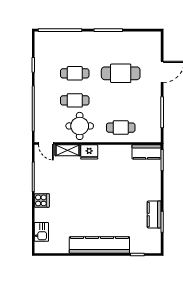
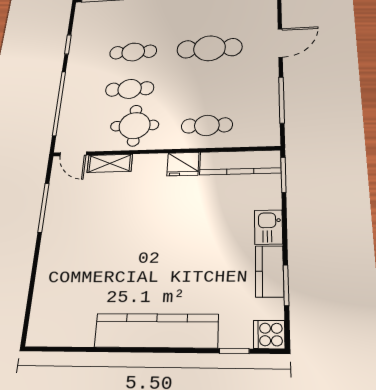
fridge: (89, 152) -> (183, 164), moved
kitchen counter: (147, 152) -> (240, 163), width x1.50
cooker: (42, 200) -> (269, 334), moved, turned 180
kitchen sink: (41, 232) -> (268, 227), moved, turned 180

